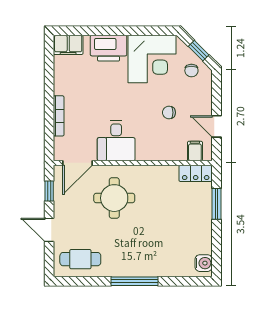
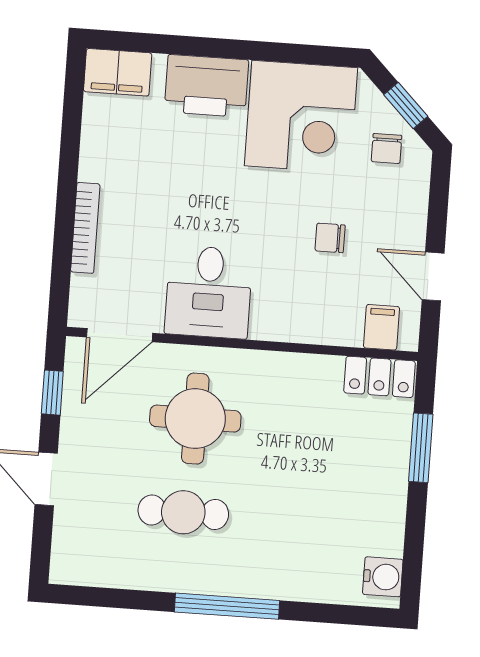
cafe table: (80, 259) -> (183, 512), moved

